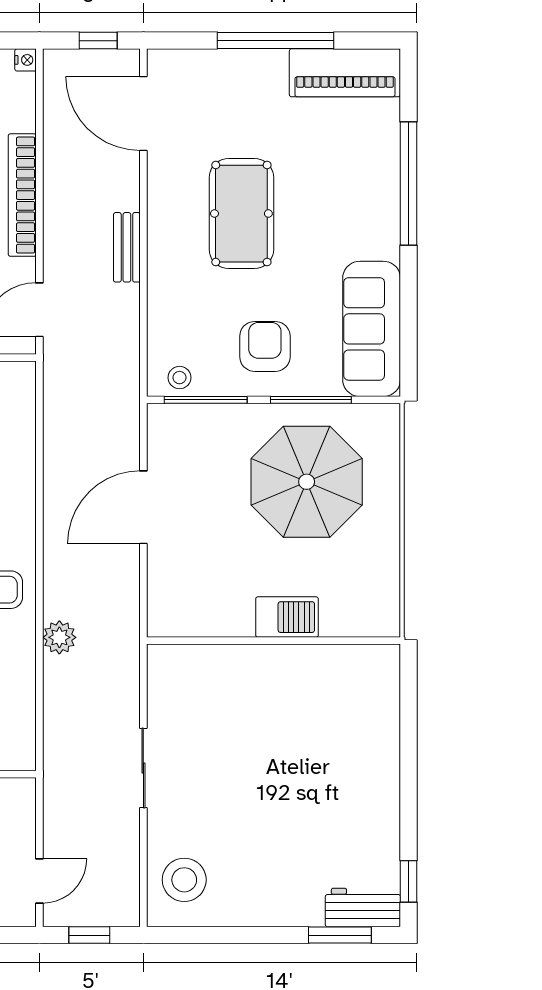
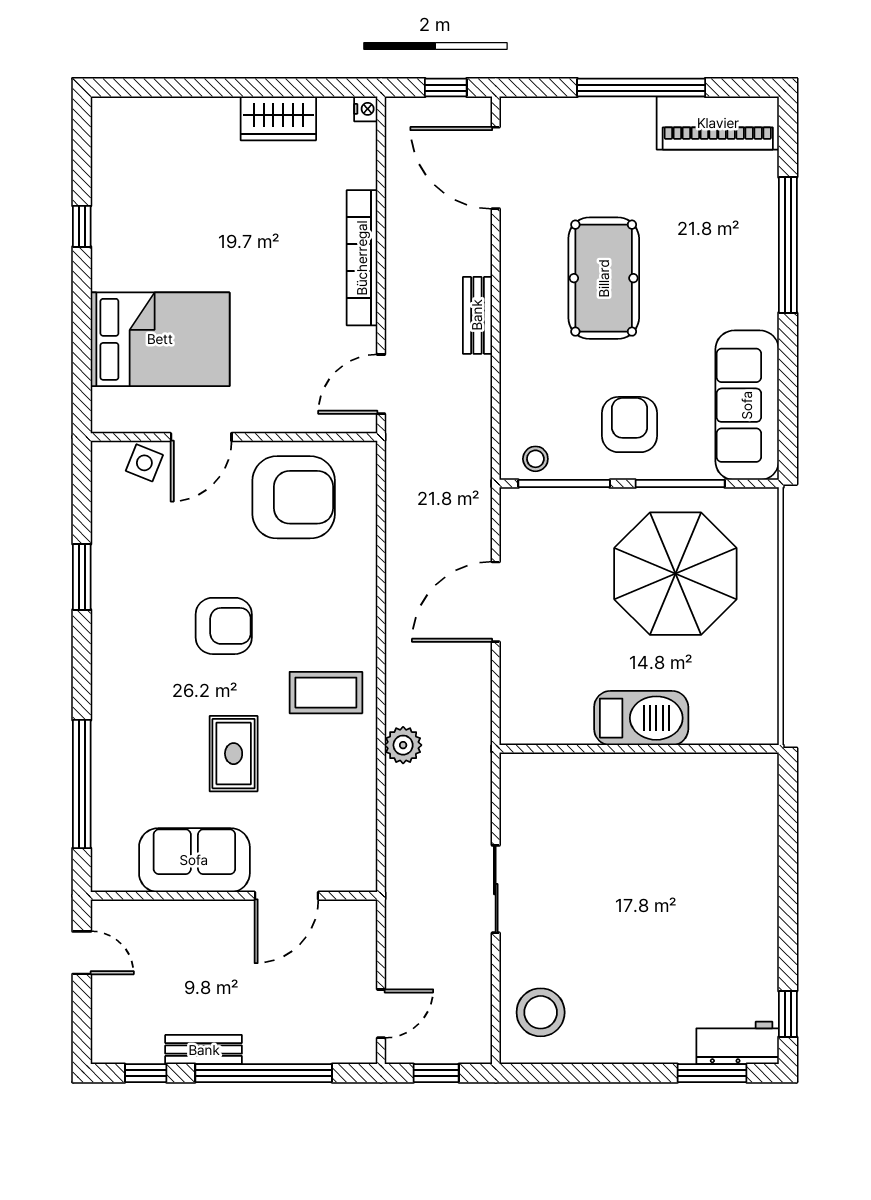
barbecue: (287, 617) -> (641, 718), width x1.37, depth x1.21

